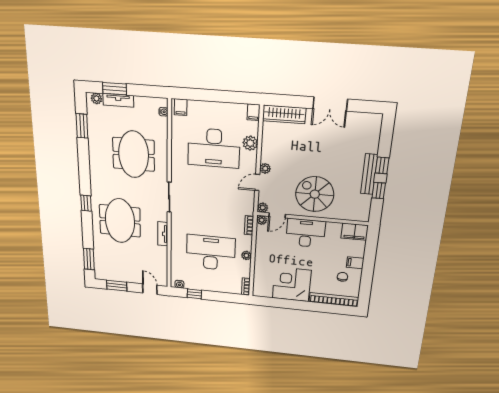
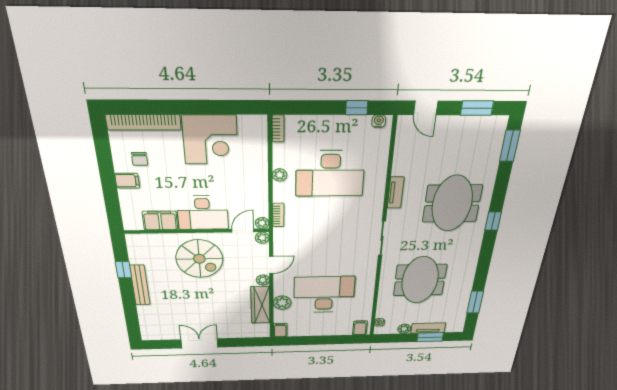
plant: (96, 98) -> (404, 329), moved
wardrobe: (284, 114) -> (260, 305), moved, turned -90
window: (382, 165) -> (128, 295), removed
filing cabinet: (355, 232) -> (160, 221), moved

